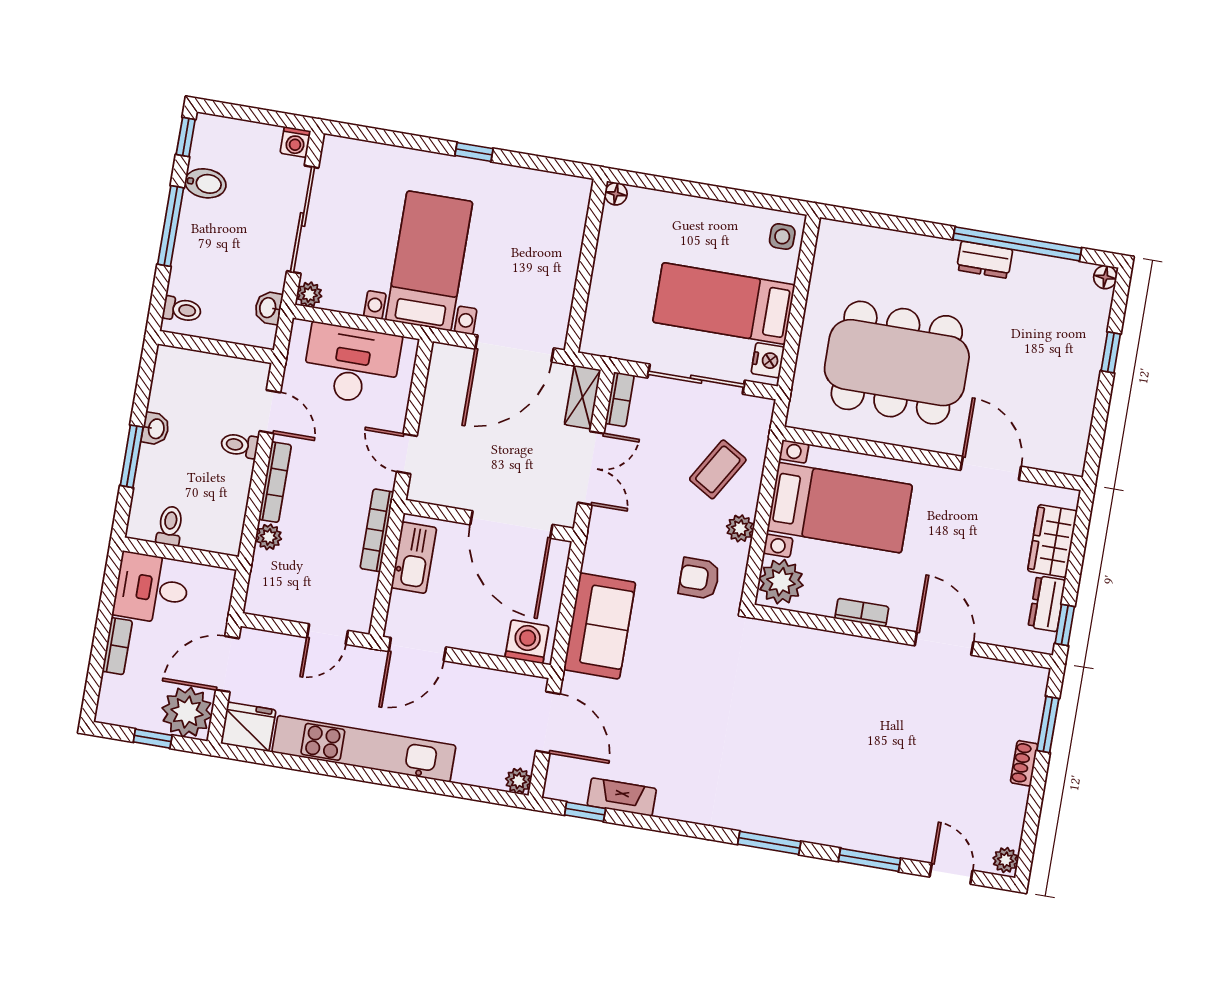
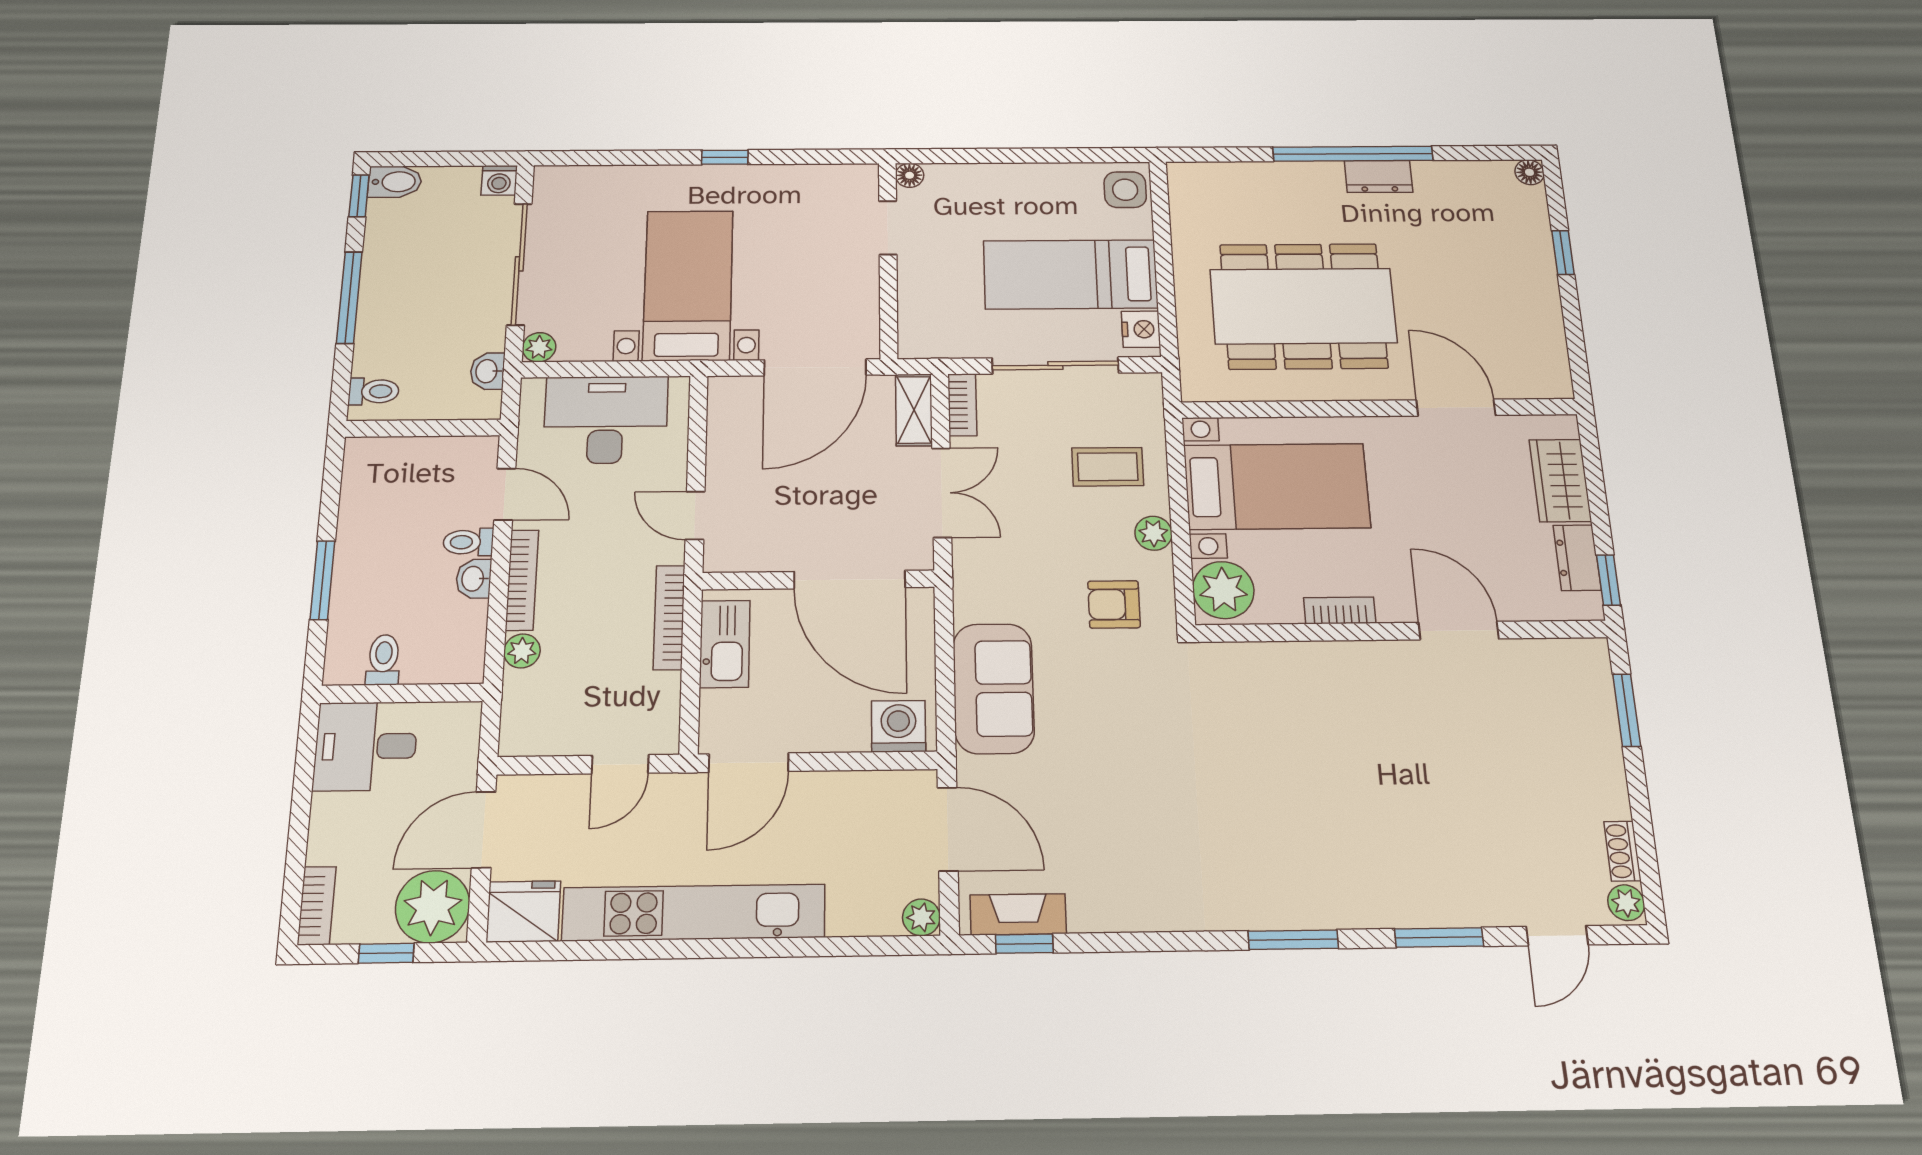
bidet: (205, 183) -> (395, 182), moved
side table: (782, 237) -> (1125, 190), width x1.37, depth x1.37
doorway: (591, 238) -> (888, 228), added
window: (1017, 244) -> (1353, 154), moved
washbasin: (156, 429) -> (474, 579), moved, turned 180
coffee table: (718, 469) -> (1108, 467), turned 59
bookcase: (117, 646) -> (317, 906), moved
shoe rack: (1024, 763) -> (1622, 851), moved
fireplace: (622, 797) -> (1018, 914), moved
door: (951, 874) -> (1557, 936), swing flipped

